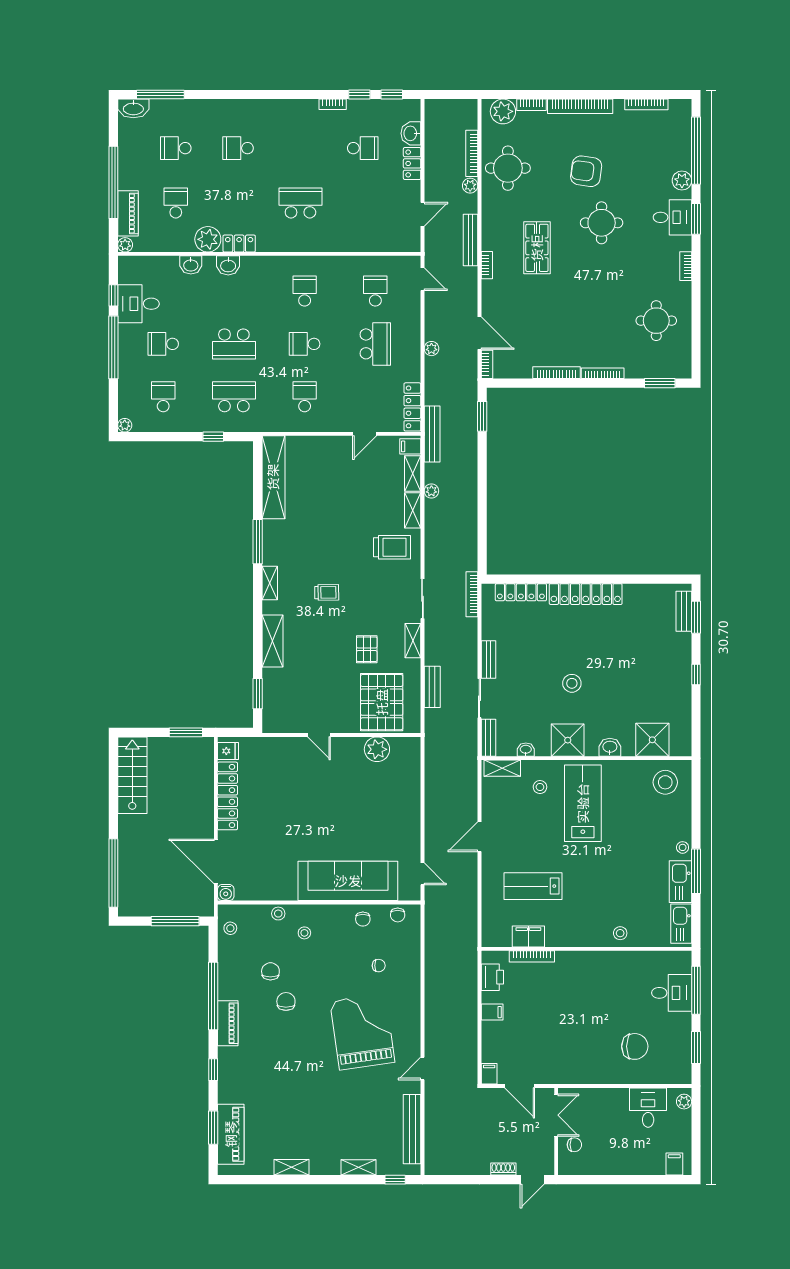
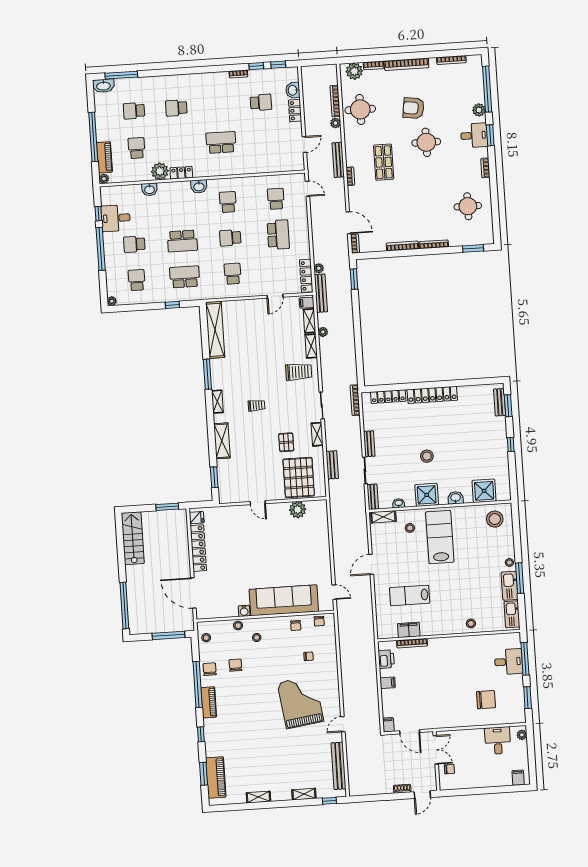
washbasin: (228, 265) -> (199, 186), moved
plant: (431, 349) -> (319, 268), moved
water cooler: (226, 893) -> (244, 611), moved
chair: (286, 1001) -> (210, 669), moved

